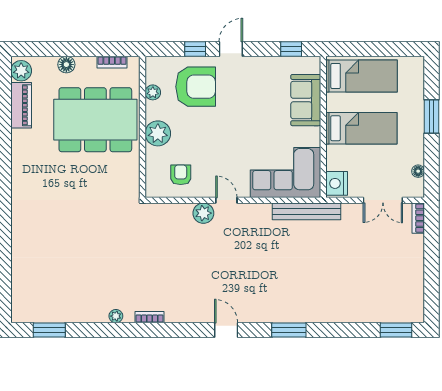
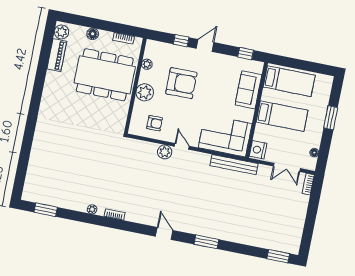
armchair: (196, 87) -> (181, 83), moved
armchair: (181, 175) -> (155, 123), turned 90

